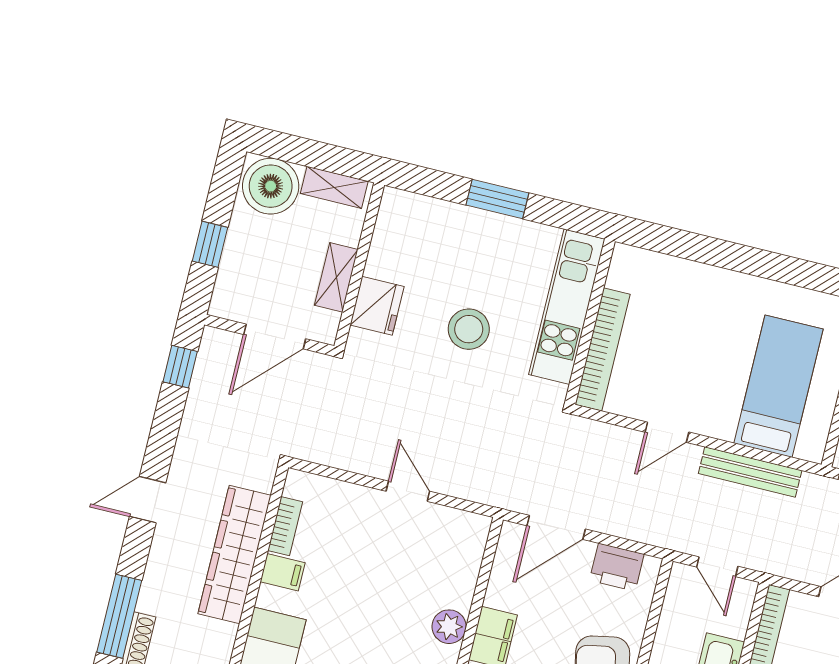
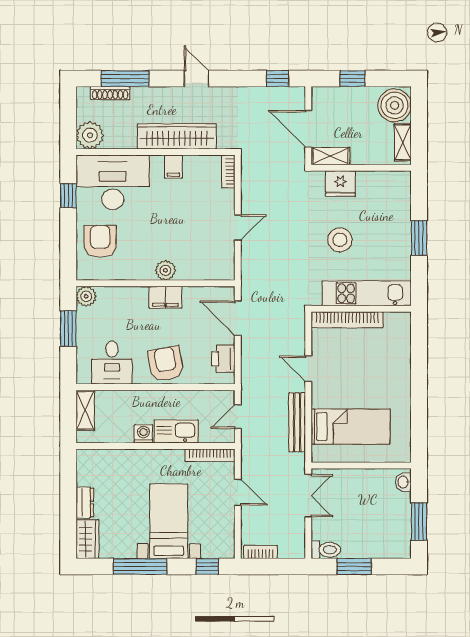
shelving: (336, 277) -> (330, 156), moved
bookcase: (285, 526) -> (228, 172), moved, turned 90

